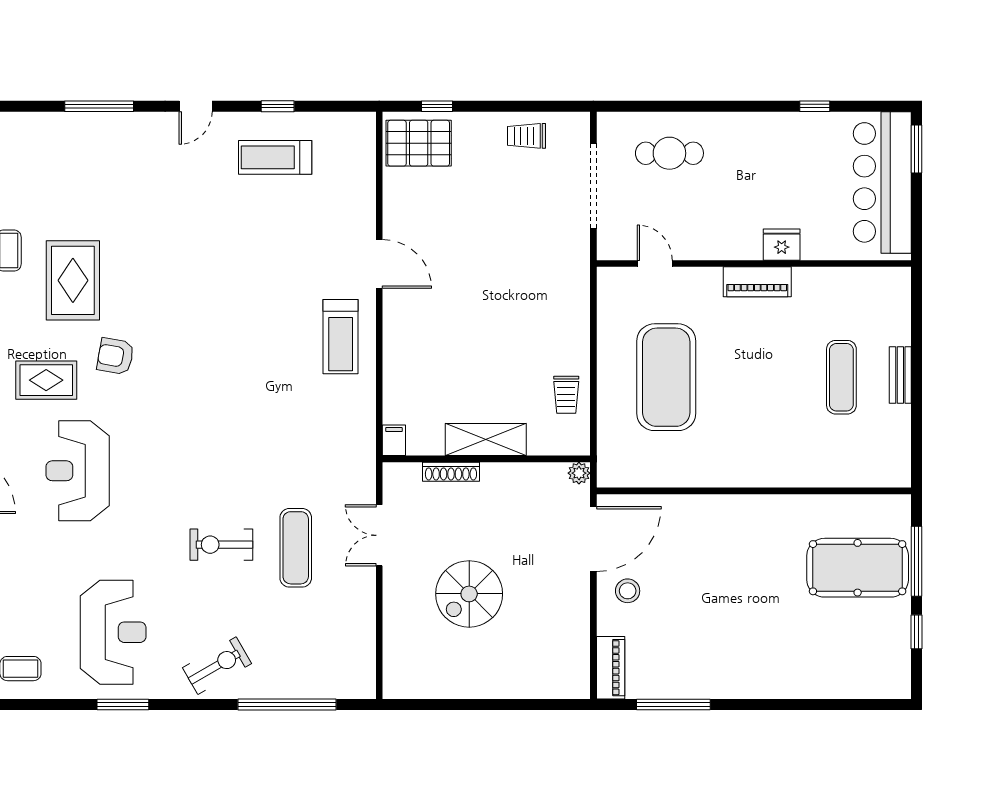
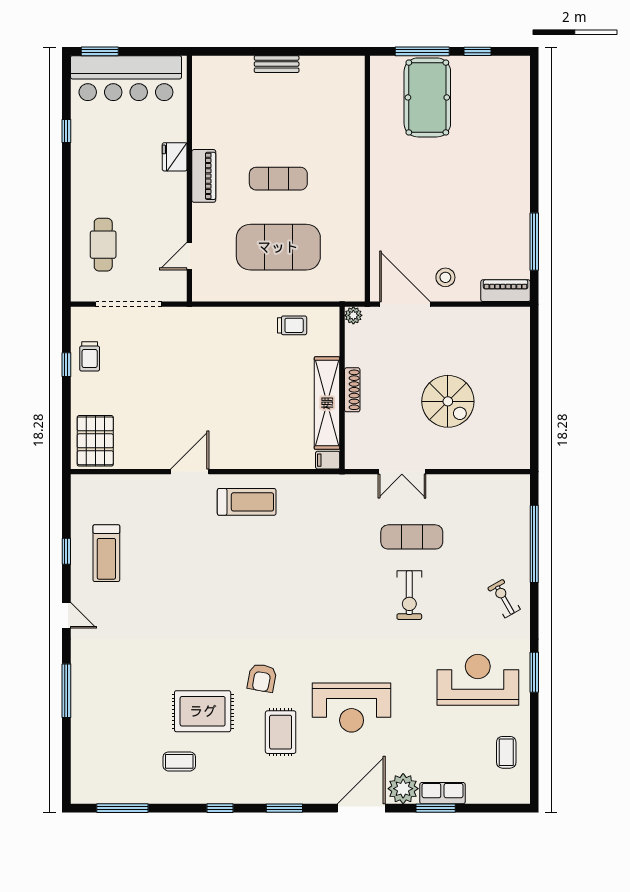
window: (437, 106) -> (66, 365), moved
exercise mat: (841, 377) -> (278, 179), moved
shelving: (486, 439) -> (327, 403), width x1.47
shoe rack: (451, 472) -> (352, 390), moved
exercise bike: (217, 666) -> (504, 599), width x0.73, depth x0.72

